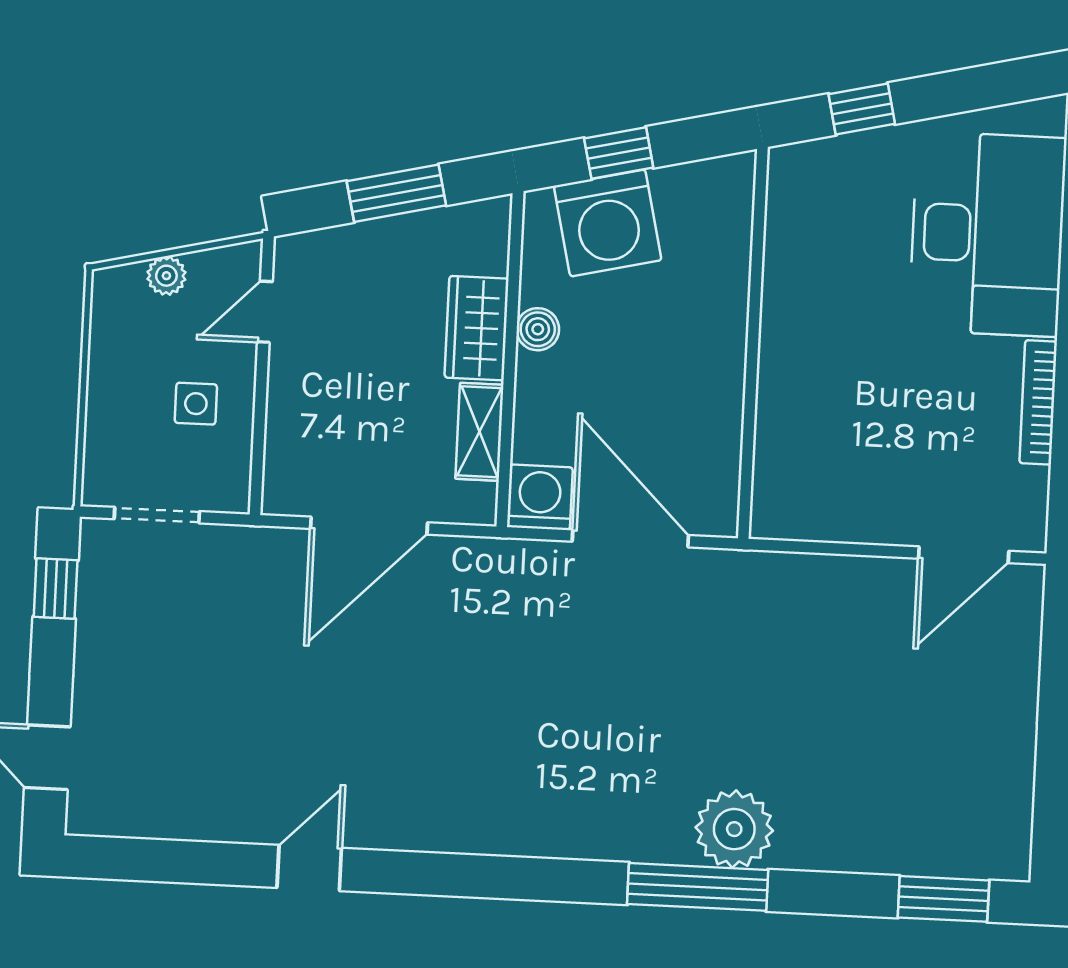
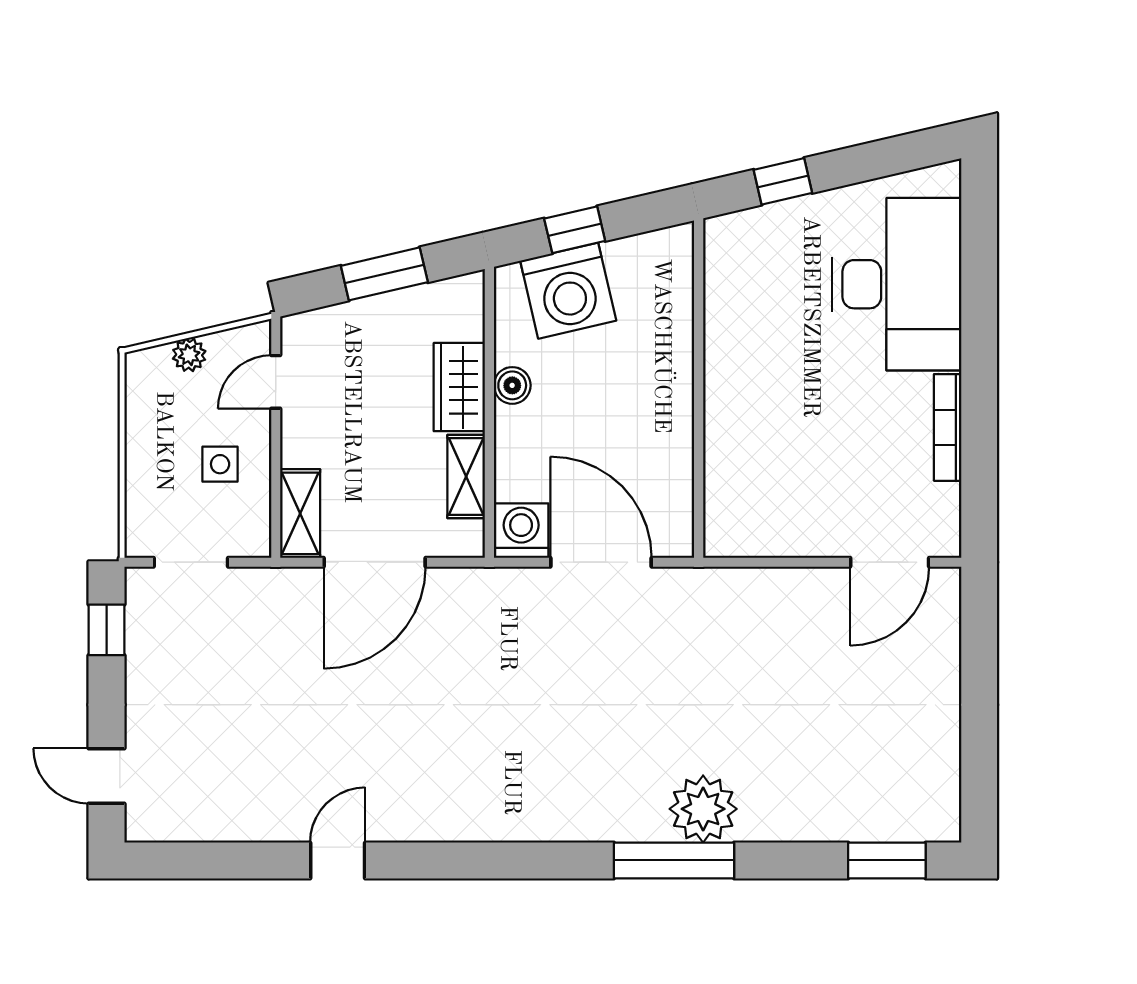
shelving: (286, 465) -> (300, 513), added

